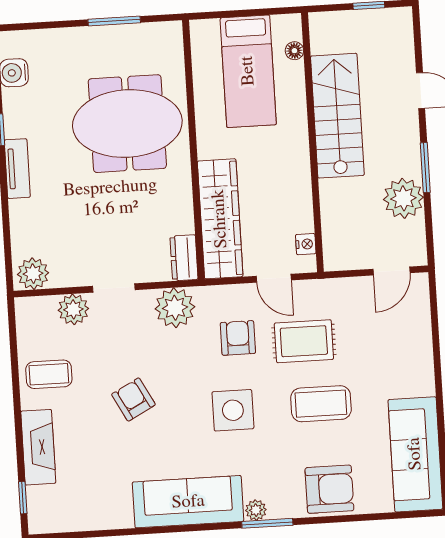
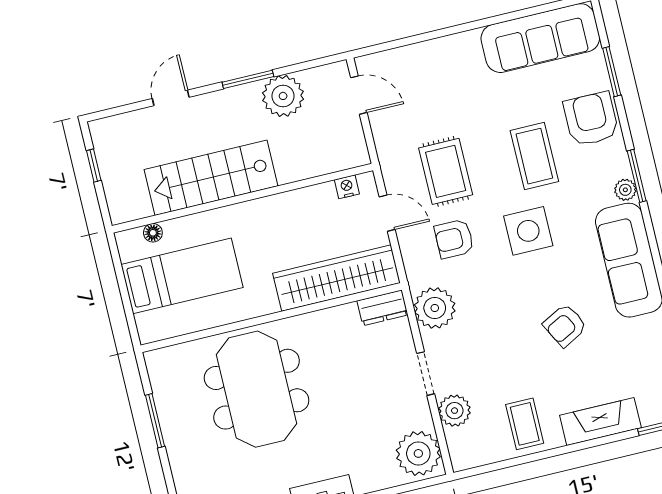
plant: (33, 274) -> (418, 453), width x1.36, depth x1.36
door: (274, 278) -> (387, 213), hinge flipped
armchair: (133, 399) -> (565, 325), moved
coffee table: (321, 404) -> (534, 156), moved
window: (371, 517) -> (612, 72), added

